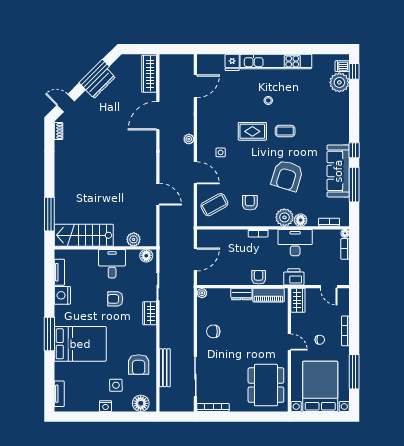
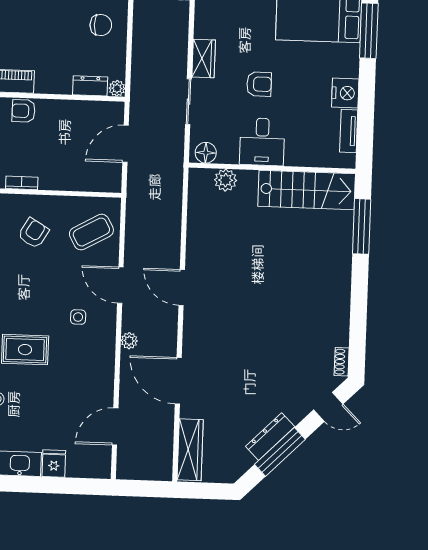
door: (158, 116) -> (178, 381), swing flipped
door: (158, 194) -> (182, 288), moved
armchair: (250, 203) -> (33, 233), turned -149
armchair: (259, 277) -> (24, 111), turned 90
dresser: (241, 294) -> (90, 86), moved

